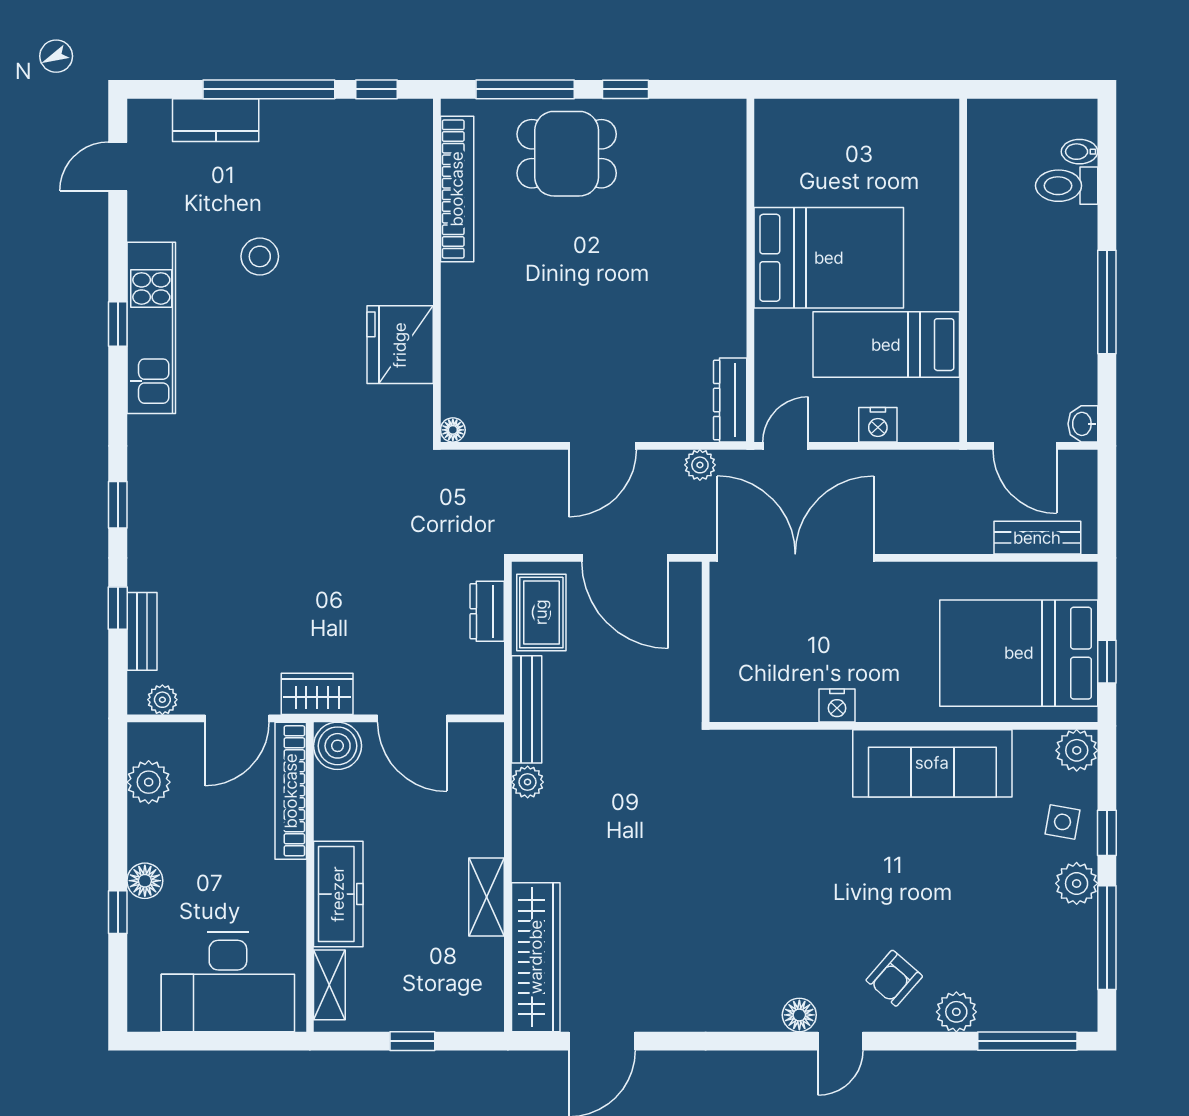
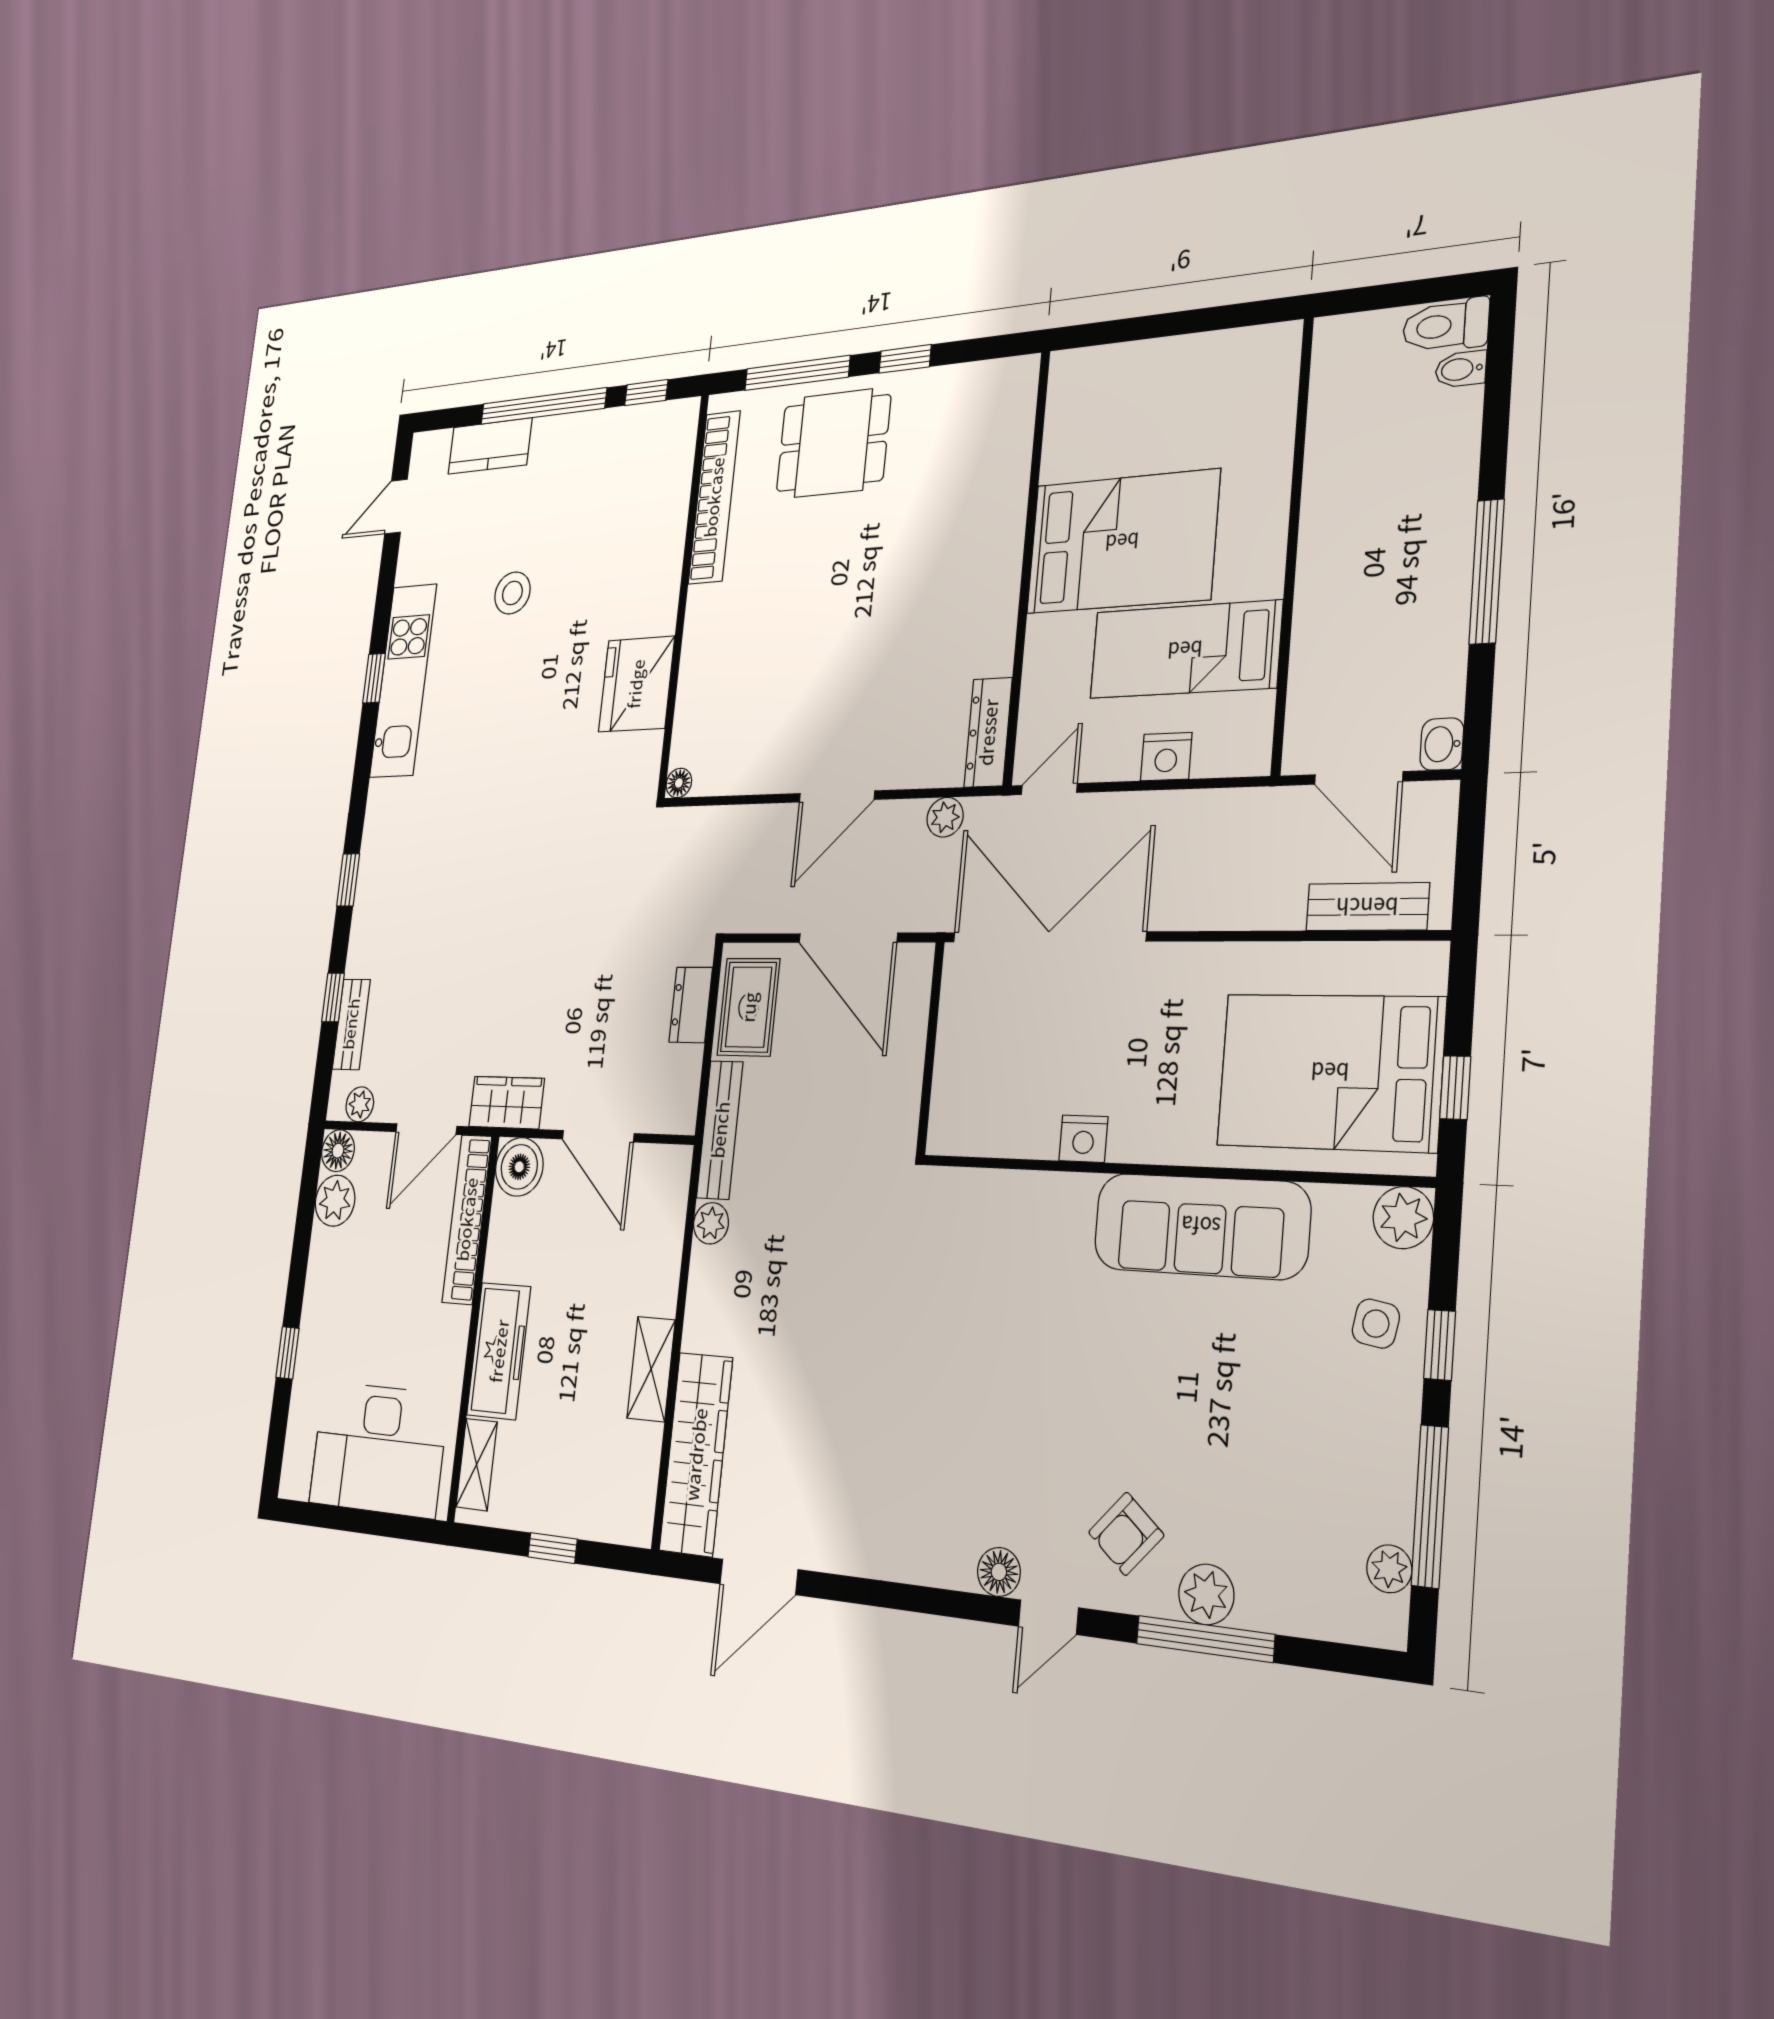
toilet: (1067, 186) -> (1446, 326), moved
floor lamp: (145, 881) -> (338, 1151), moved
plant: (1077, 883) -> (1389, 1569), moved, width x0.73, depth x0.73
window: (1027, 1041) -> (1205, 1639), moved

